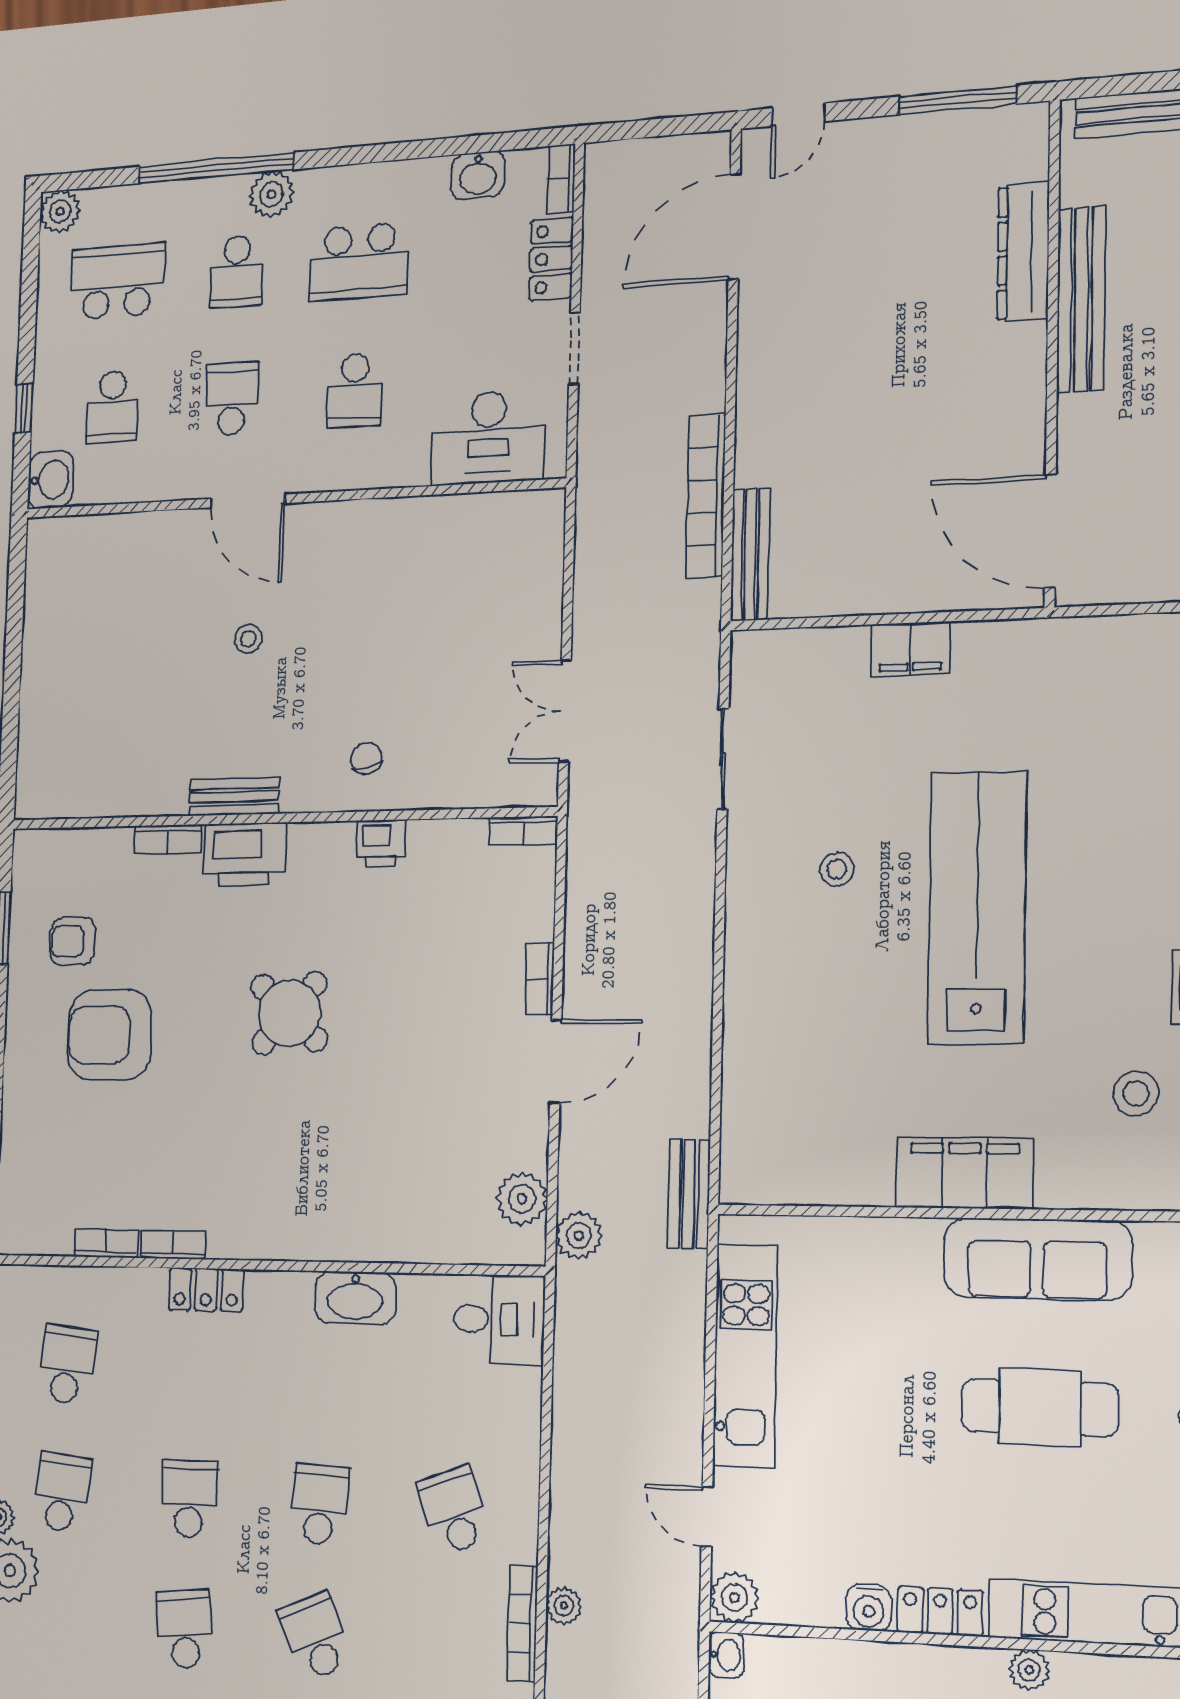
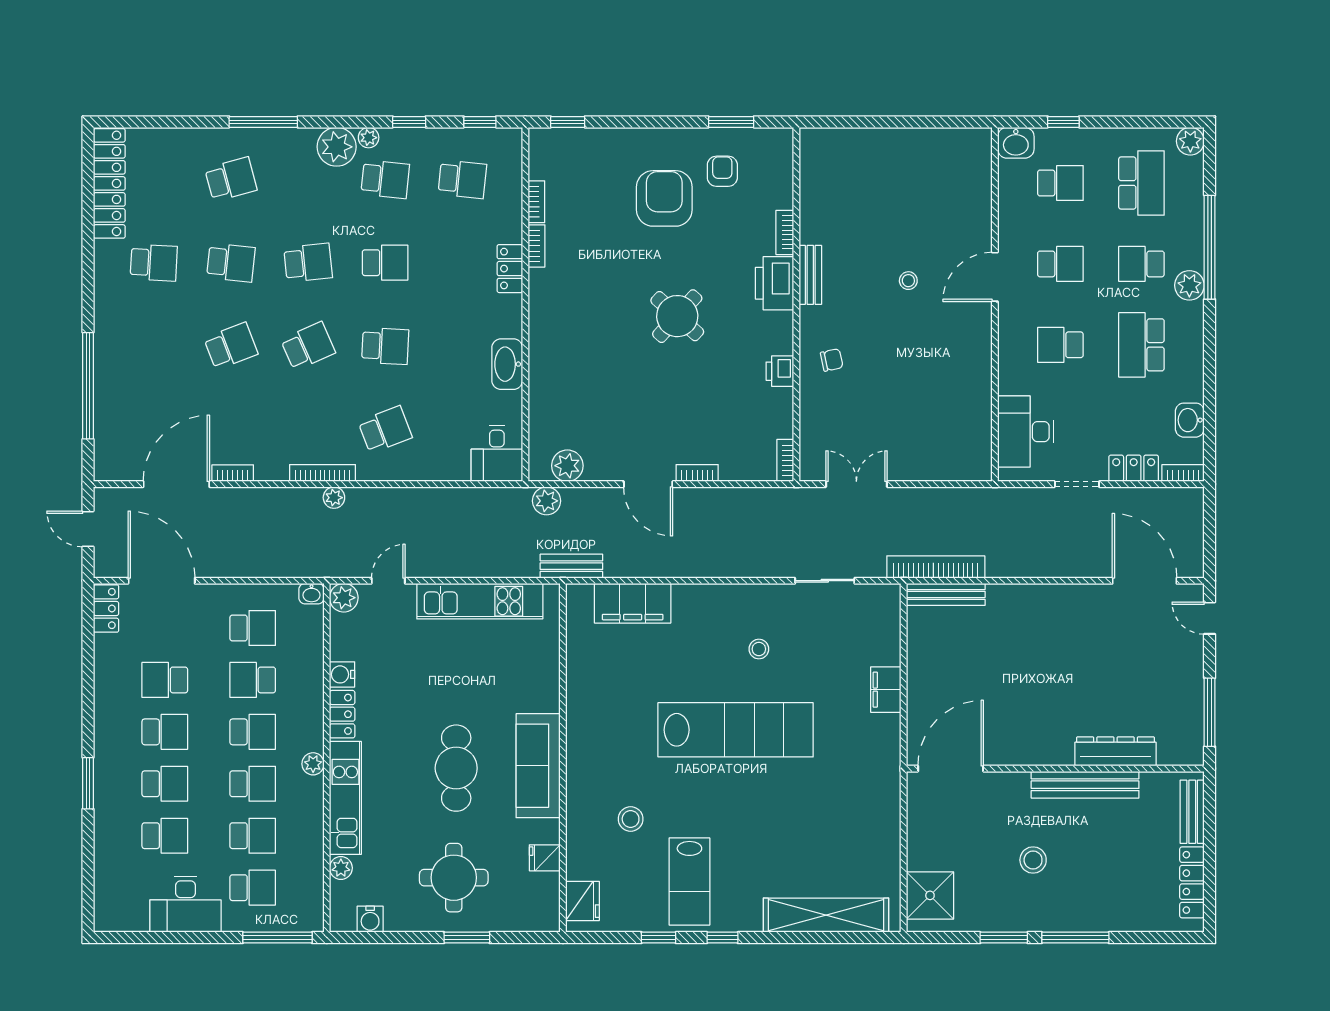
school desk: (112, 407) -> (1060, 183), turned 180
bookcase: (706, 496) -> (936, 567), moved
filing cabinet: (965, 1173) -> (633, 603), moved, turned 90

